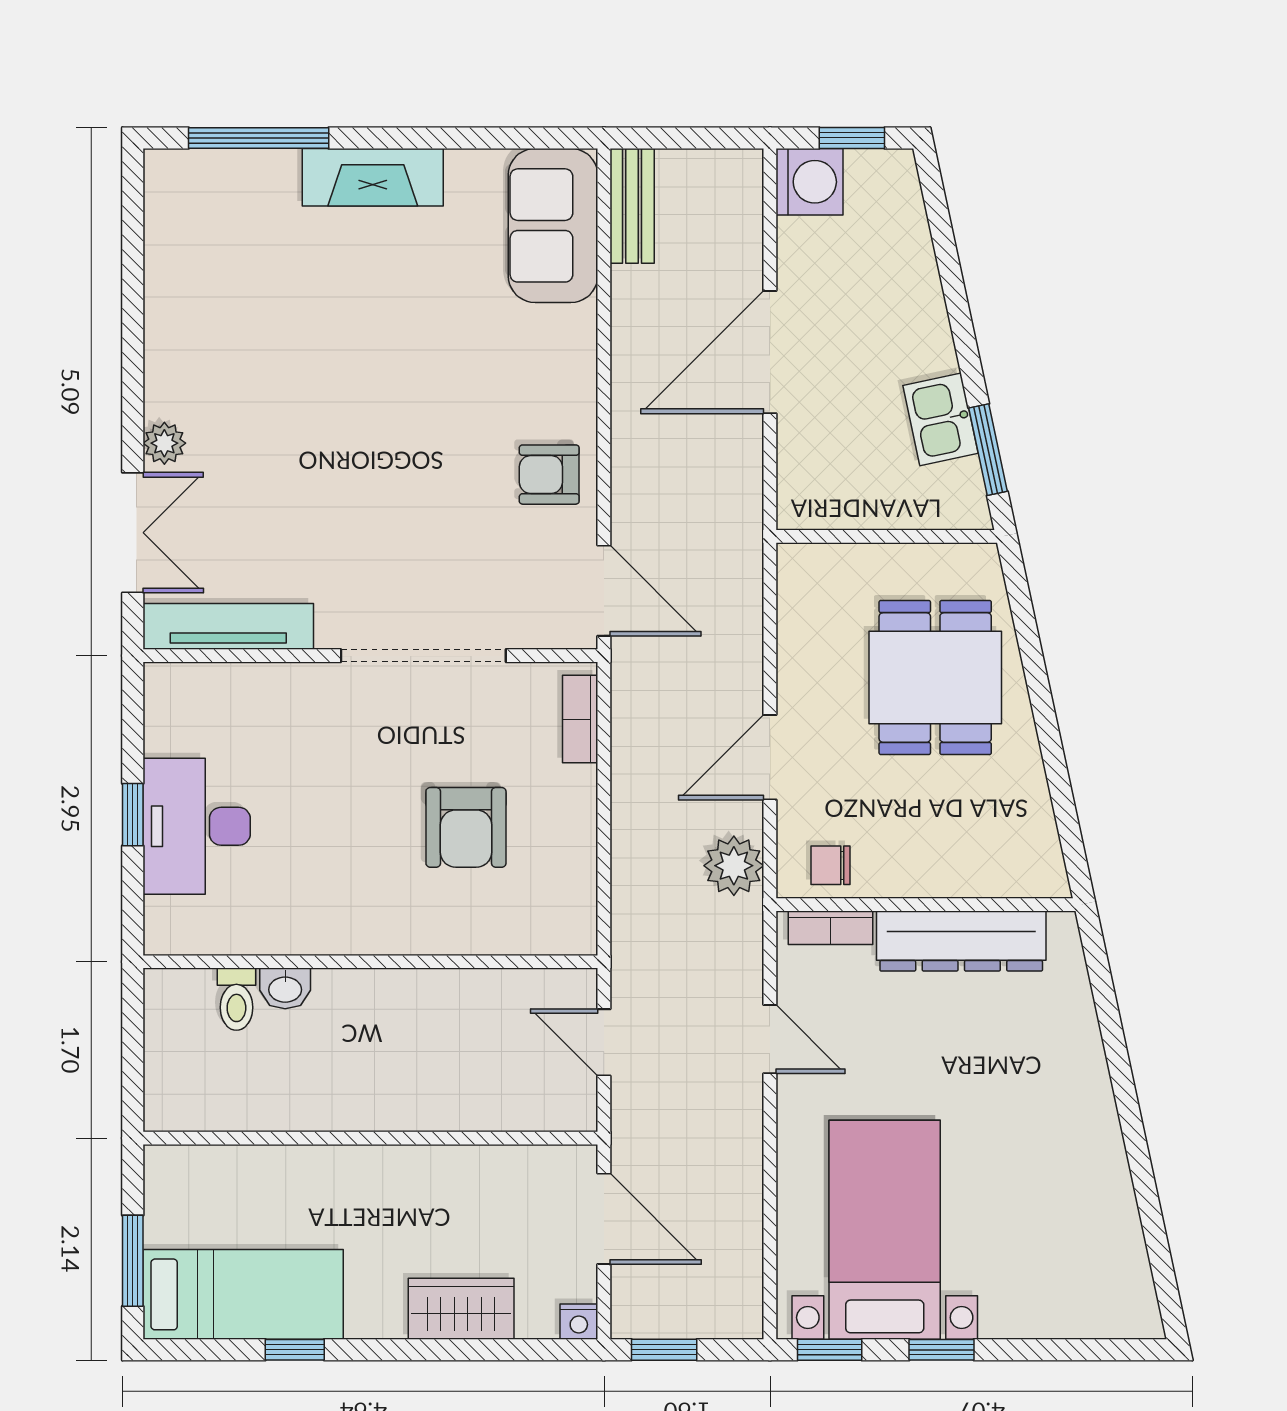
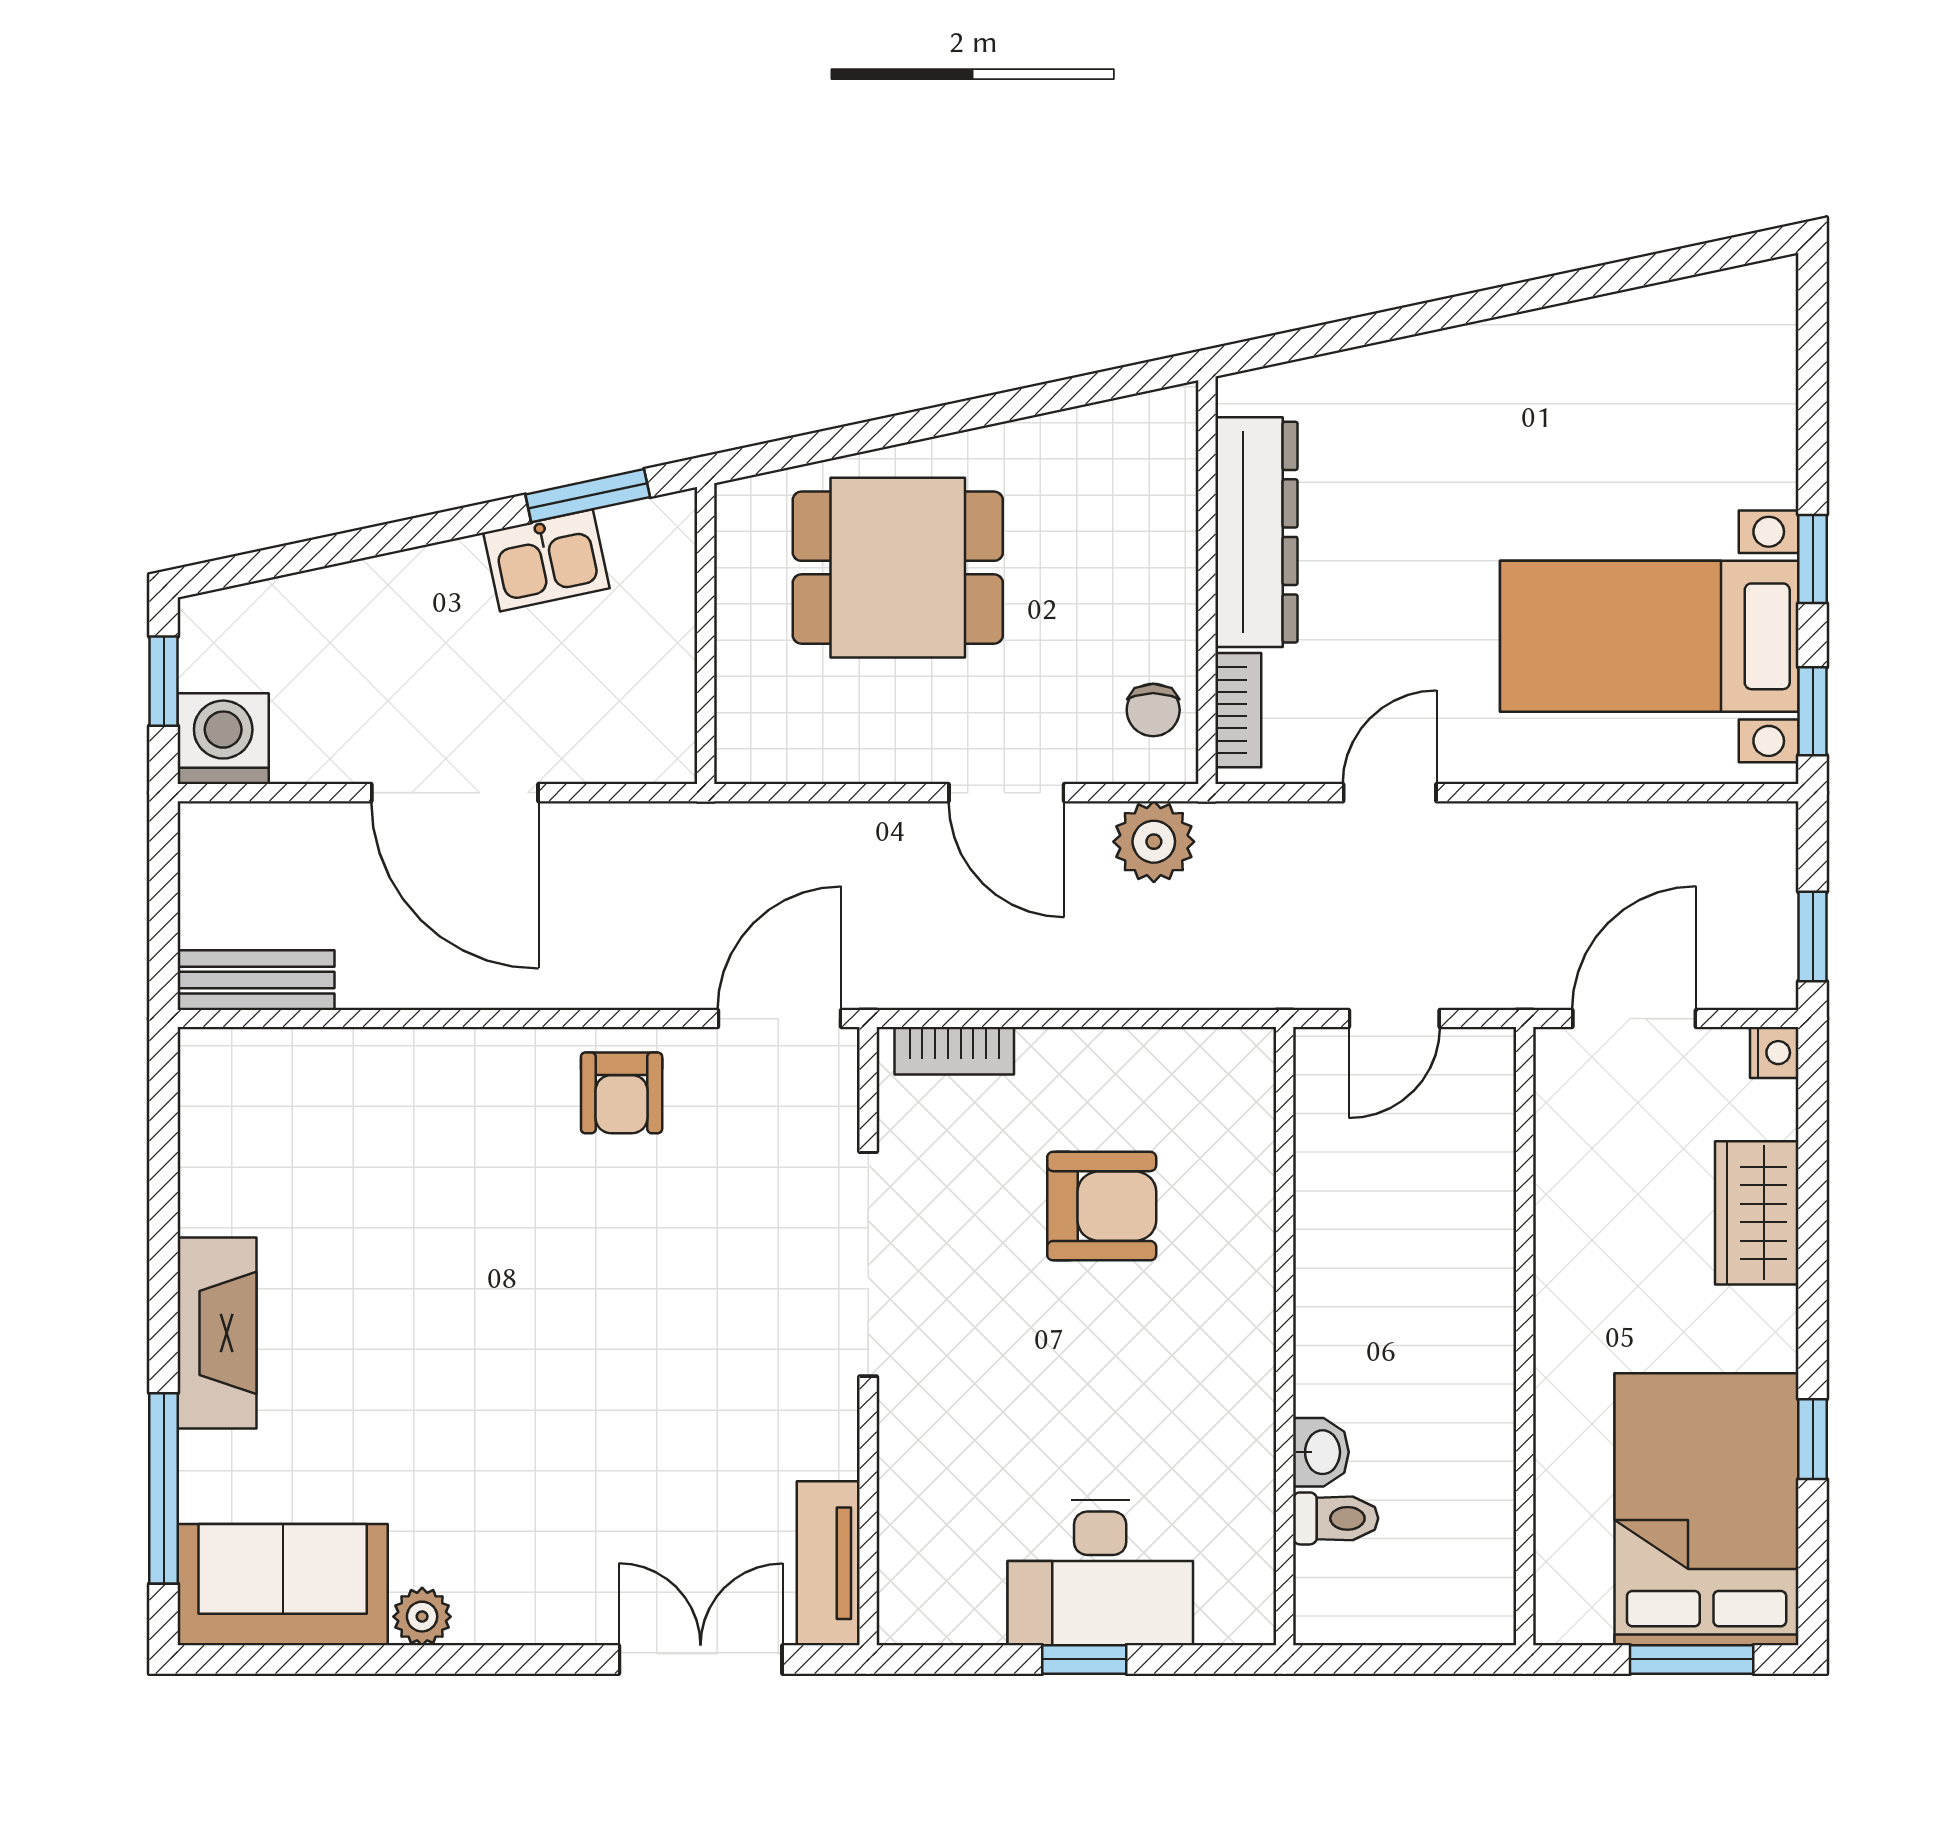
sofa: (553, 225) -> (283, 1585), moved, turned 180
plant: (164, 443) -> (422, 1617), moved
tv unit: (228, 626) -> (828, 1563), width x0.71
bed: (243, 1294) -> (1707, 1509), width x1.50

